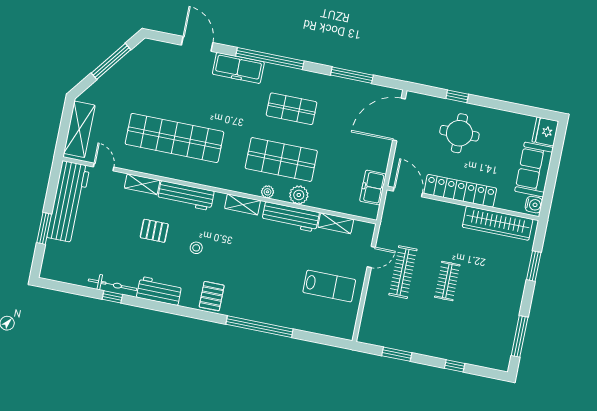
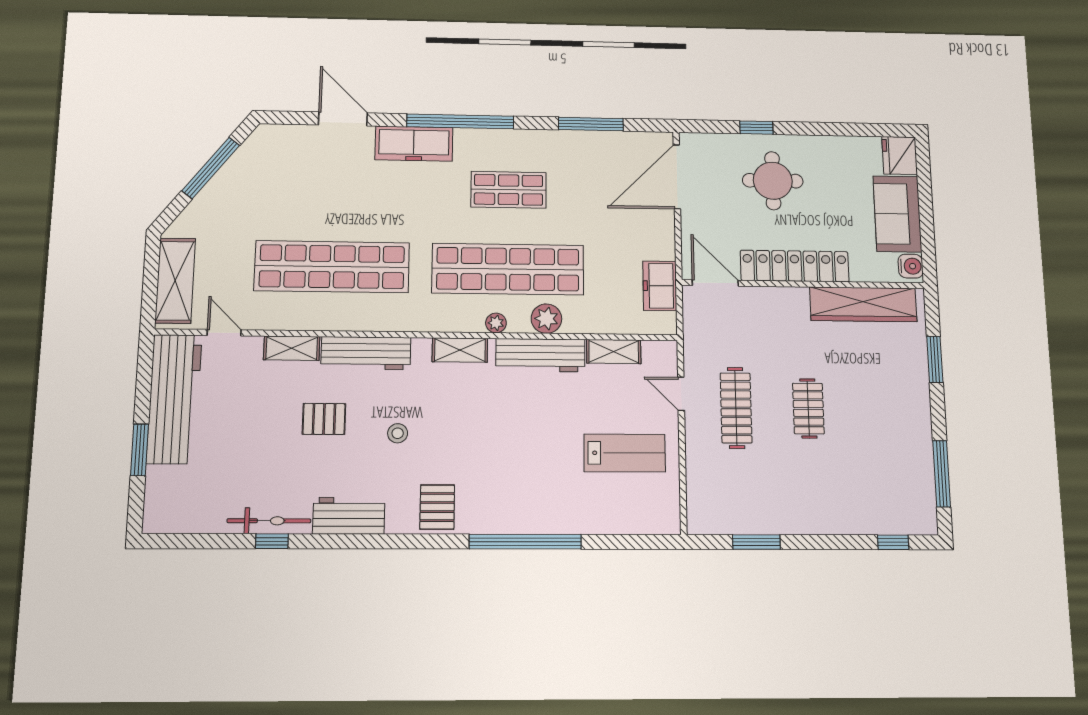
shop shelf: (281, 160) -> (508, 269), width x1.40
door: (371, 257) -> (681, 394), swing flipped
window: (455, 366) -> (893, 542), moved

